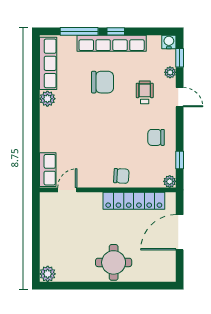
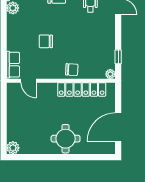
chair: (156, 137) -> (46, 41), moved
door: (67, 190) -> (29, 81), swing flipped
door: (180, 232) -> (118, 127), moved

